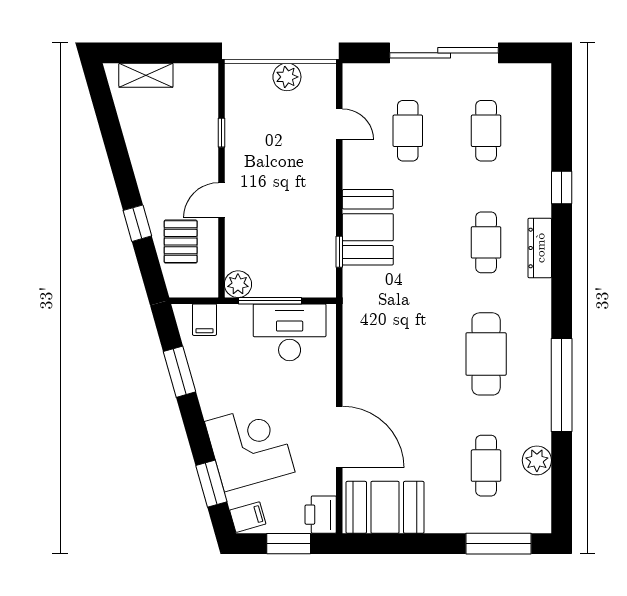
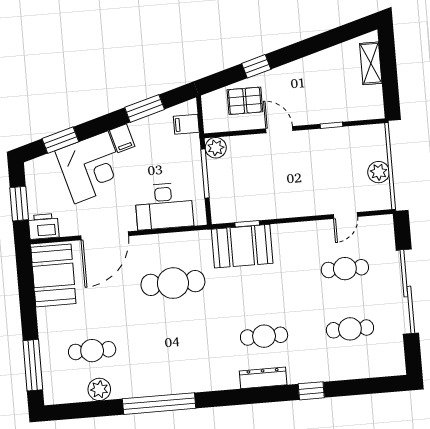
booth: (368, 227) -> (242, 246), moved
desk: (290, 332) -> (164, 206), moved, turned 90
cafe table: (486, 354) -> (173, 283), moved
filing cabinet: (248, 517) -> (122, 138), moved

